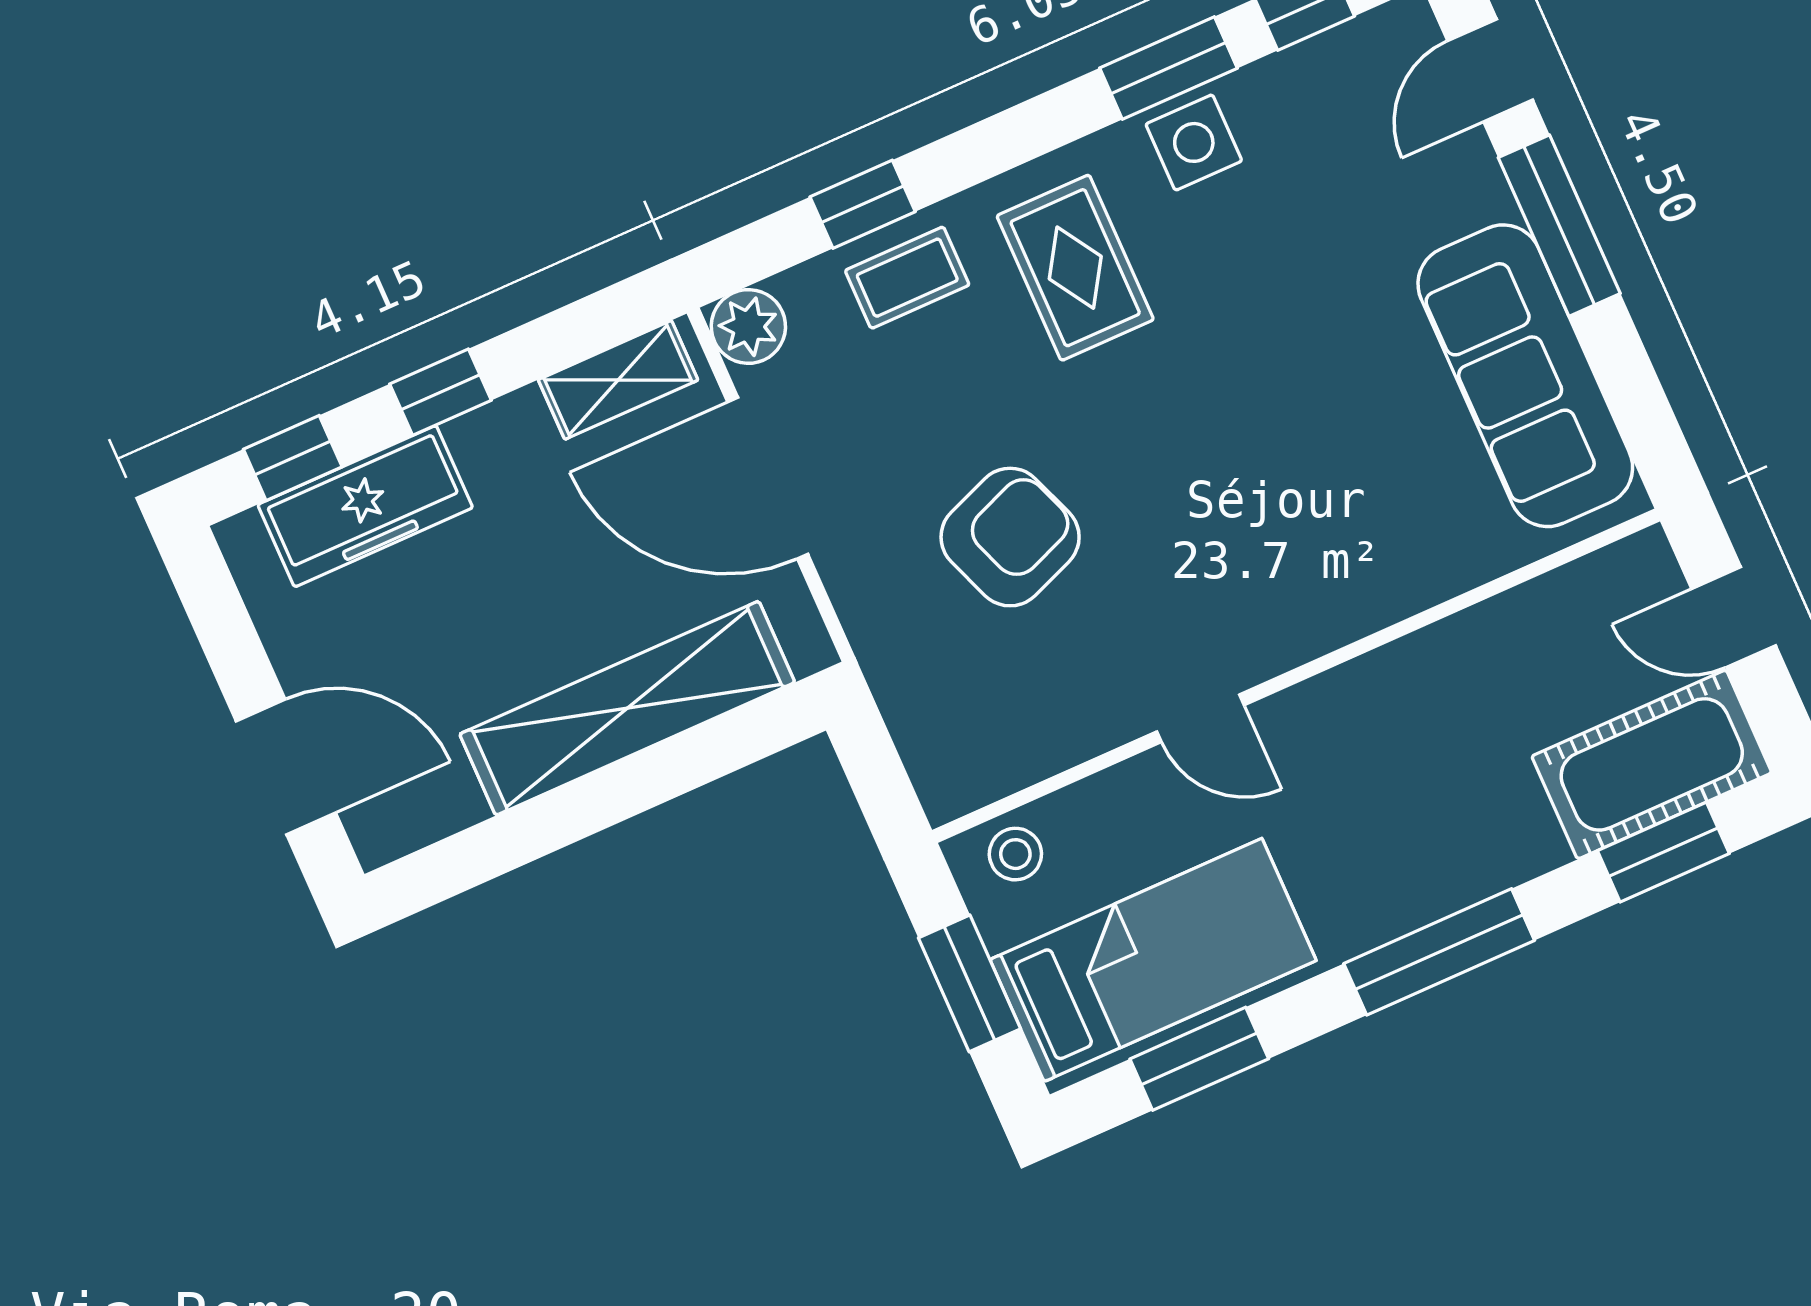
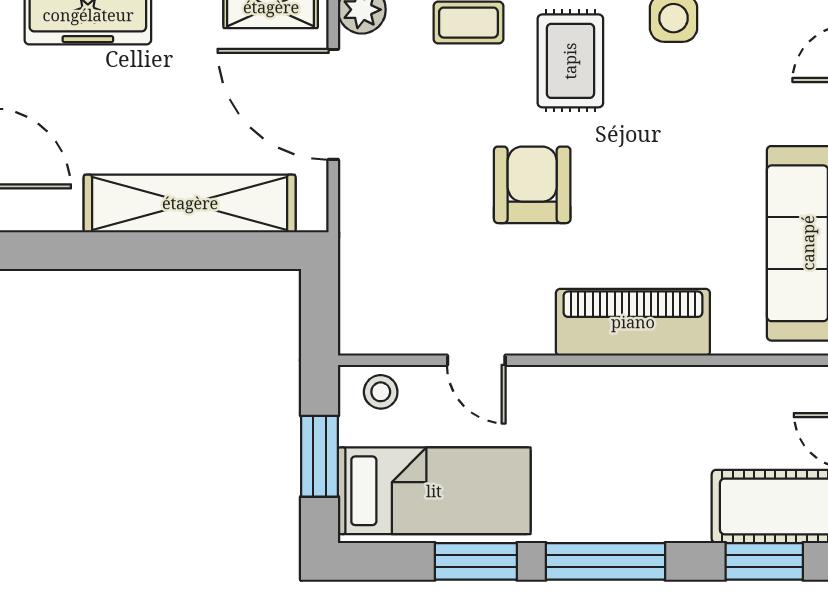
armchair: (1010, 537) -> (532, 185), moved, turned -69
piano: (1328, 597) -> (633, 322), added
door: (1200, 718) -> (476, 360), moved
window: (1199, 1059) -> (476, 561), moved

